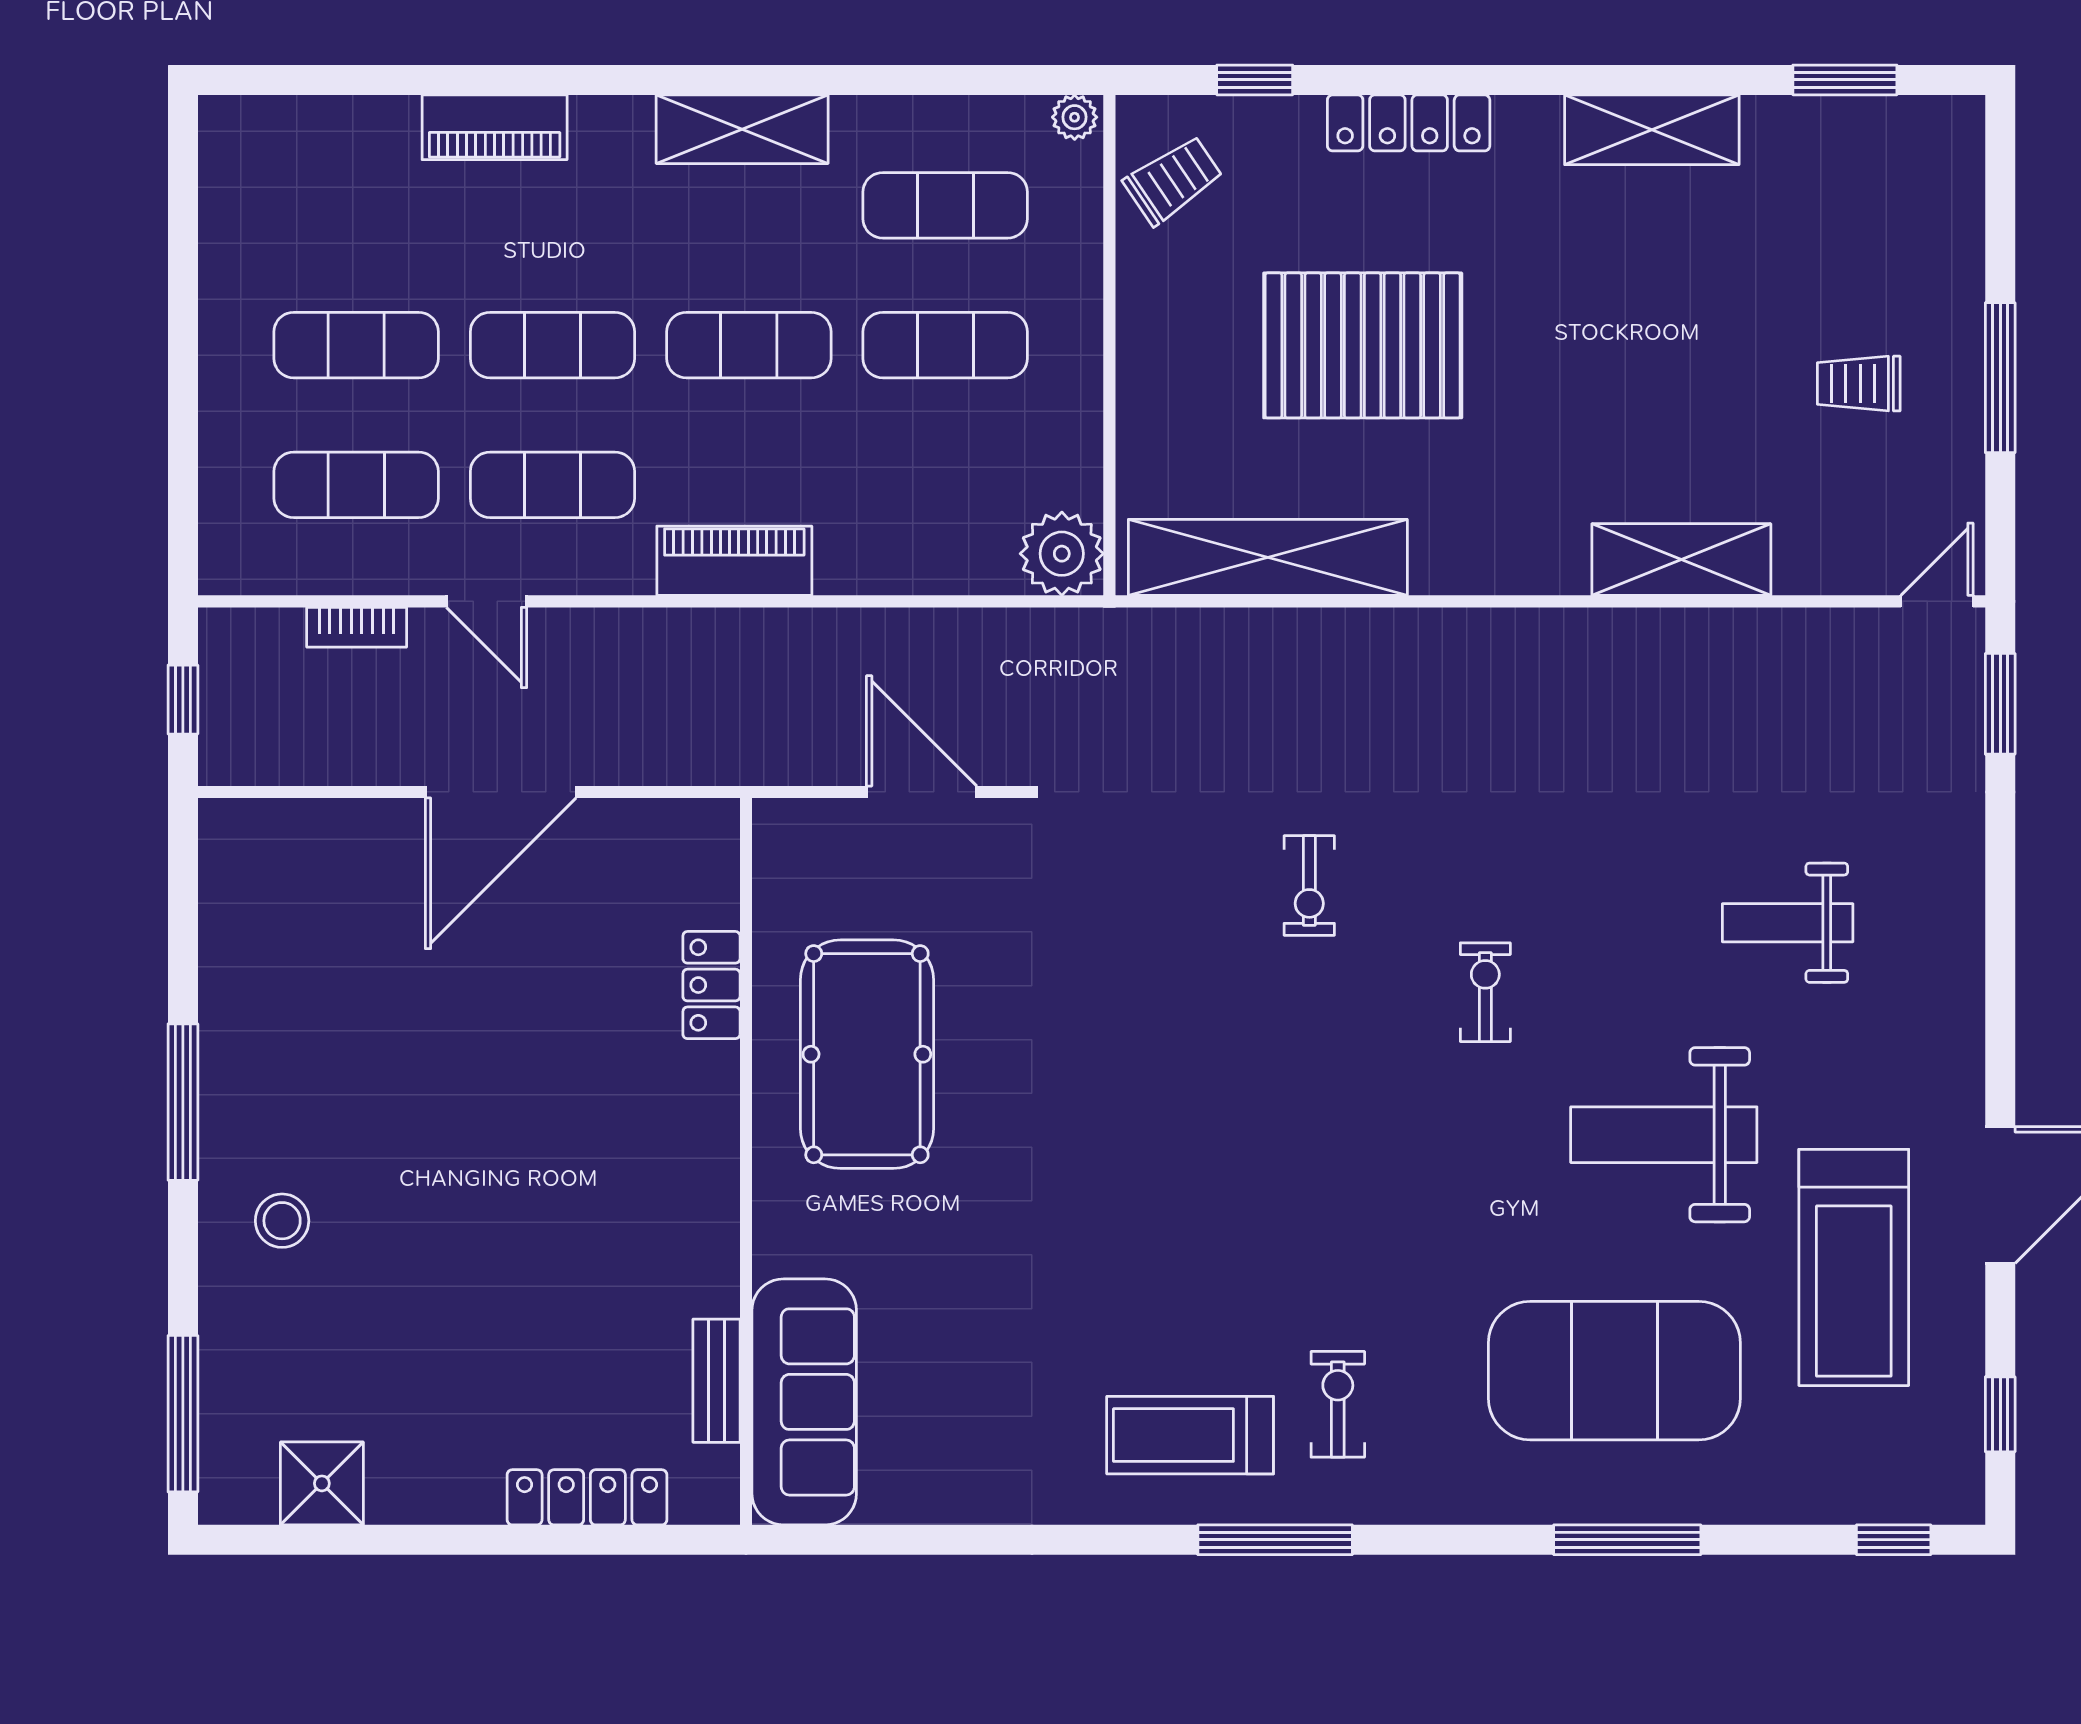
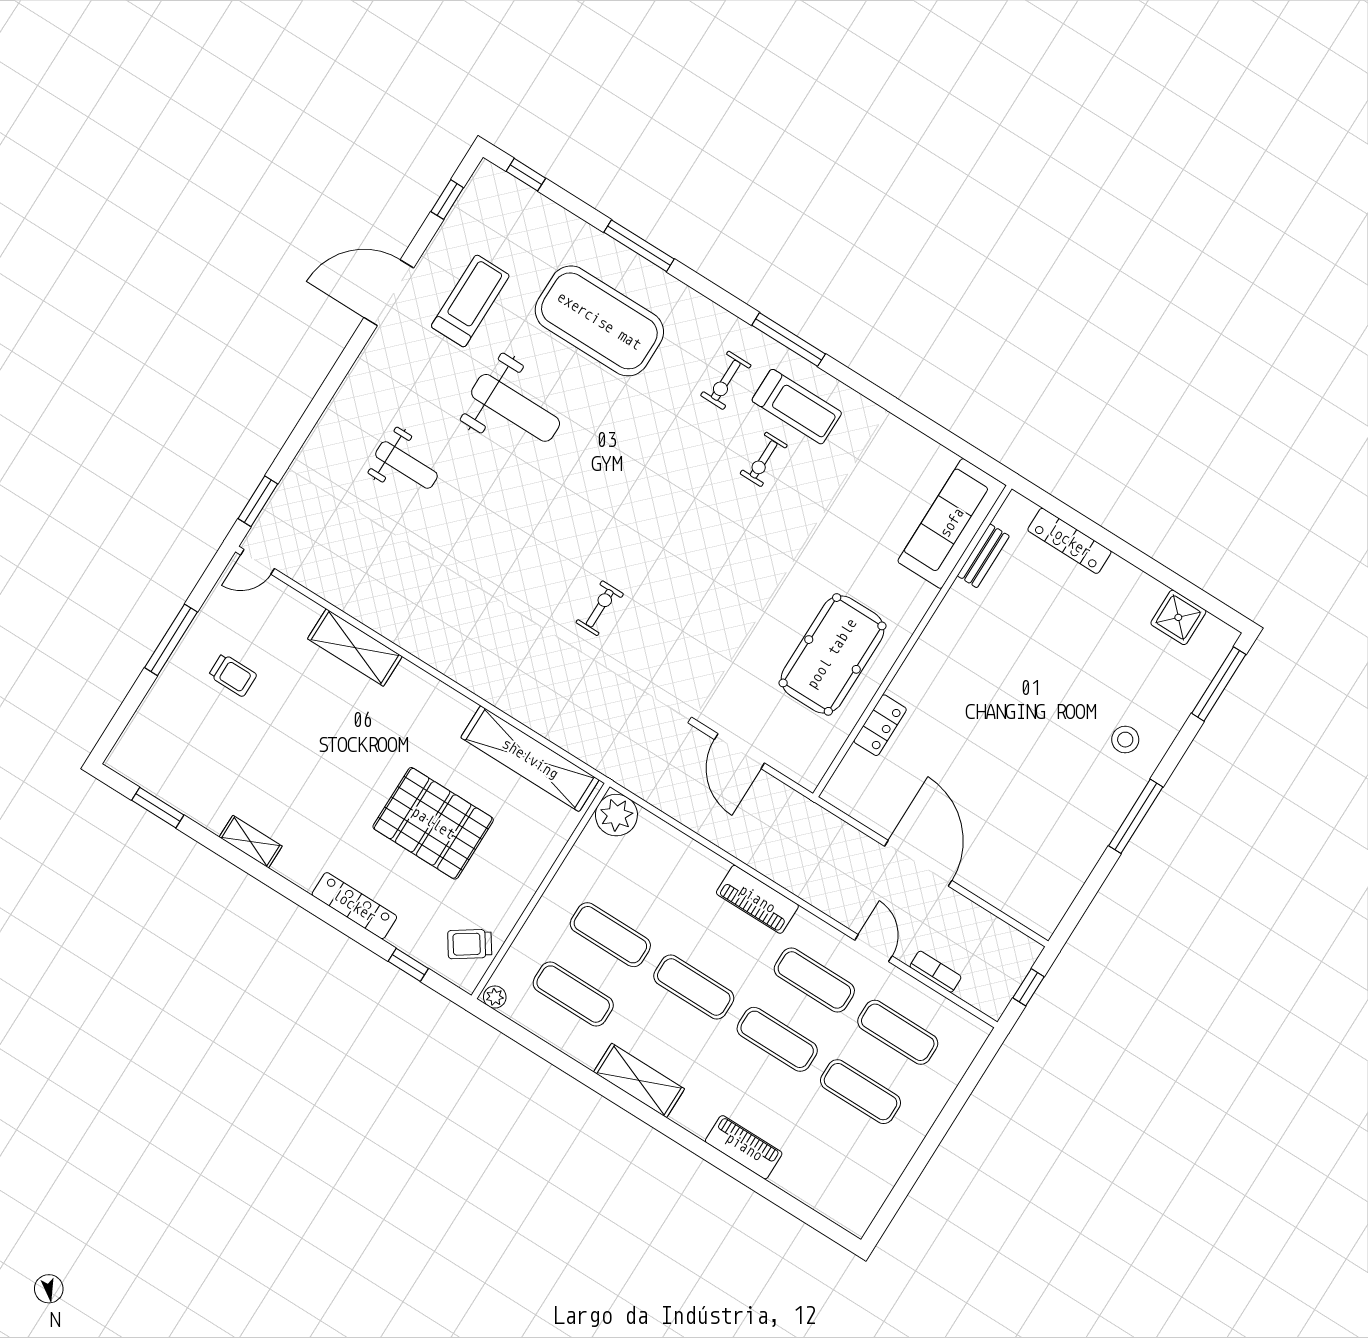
shelving: (1652, 130) -> (251, 842), width x0.67, depth x0.75
door: (501, 792) -> (918, 863), hinge flipped
exercise bike: (1485, 992) -> (764, 459), moved
treadmill: (1854, 1267) -> (470, 301), width x0.73, depth x0.73

